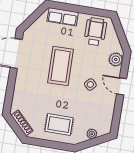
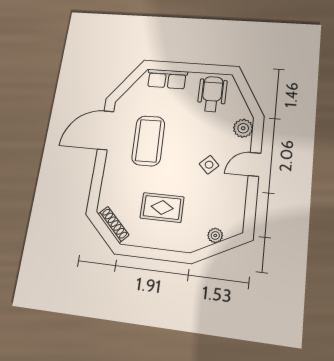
coffee table: (61, 66) -> (148, 141), moved
door: (122, 86) -> (255, 164), hinge flipped
rug: (59, 124) -> (162, 207), moved

